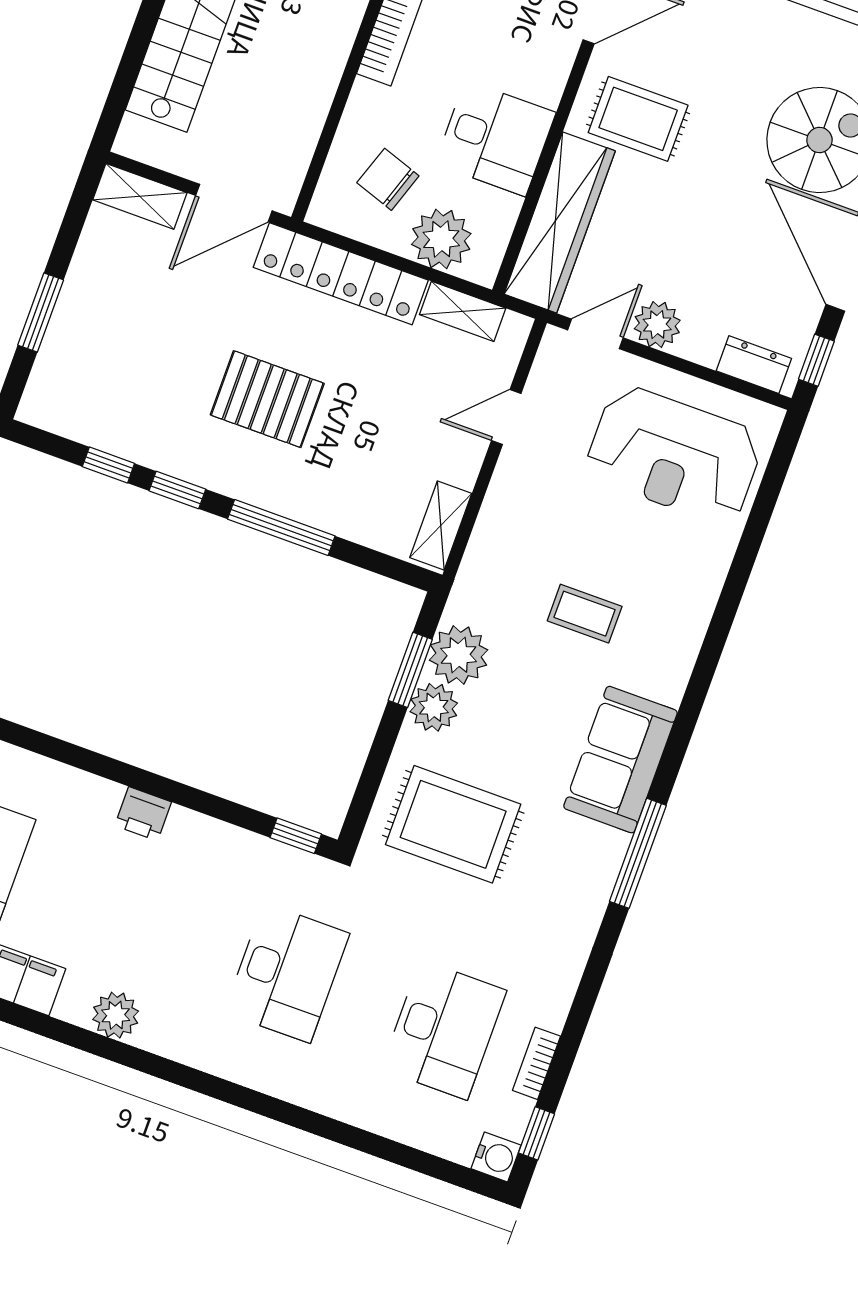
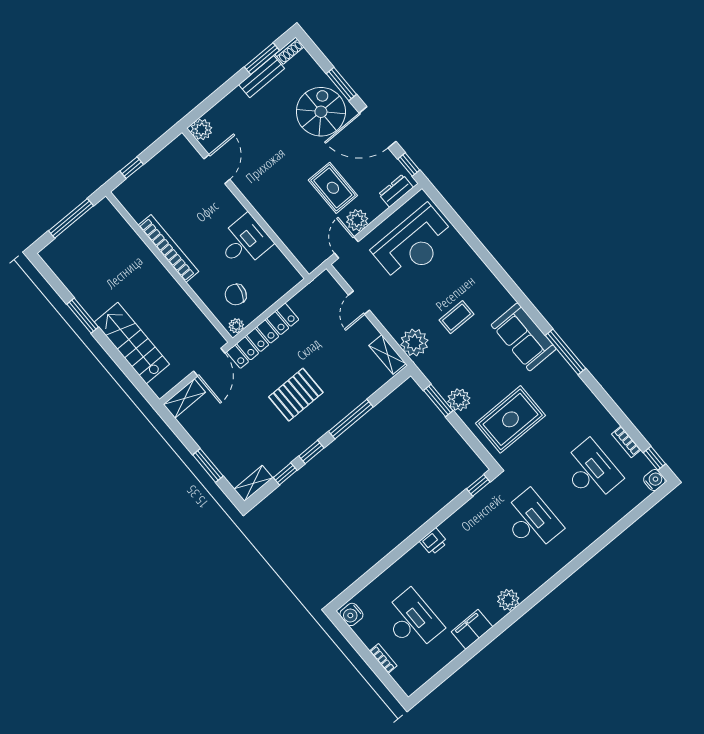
rug: (638, 119) -> (333, 188), moved, turned 90
wardrobe: (560, 222) -> (293, 236), removed
plant: (441, 239) -> (236, 326), moved, width x0.53, depth x0.53
shelving: (463, 311) -> (253, 483), moved
plant: (459, 655) -> (414, 343), moved

